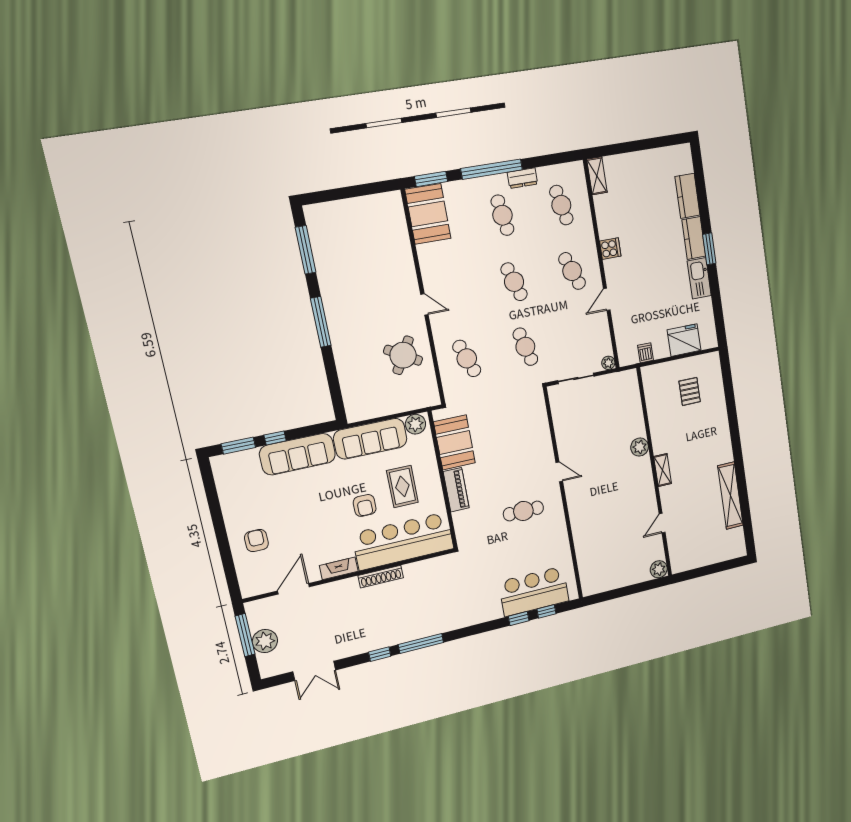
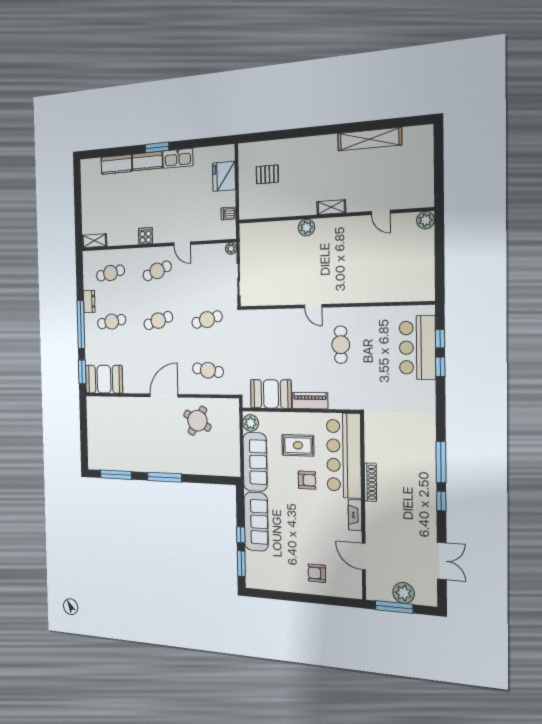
door: (424, 304) -> (164, 396), width x1.88
cafe table: (467, 358) -> (208, 370), turned 30
door: (559, 472) -> (313, 306), swing flipped

